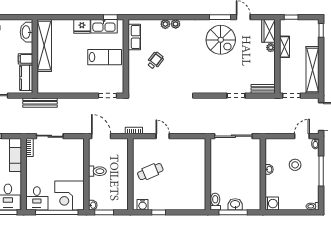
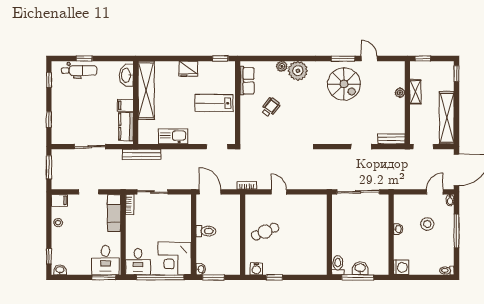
plant: (176, 24) -> (298, 71), width x1.88, depth x1.88
kitchen sink: (104, 26) -> (173, 136), moved, turned 180
wardrobe: (268, 31) -> (397, 74), removed
lab bench: (105, 57) -> (214, 103), turned 180

